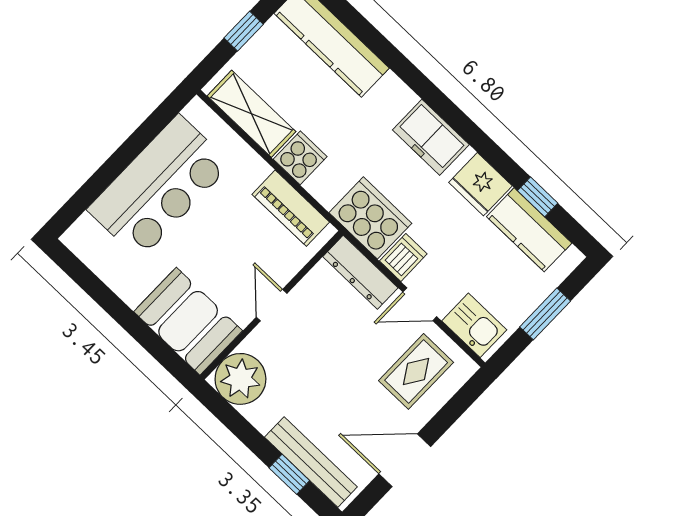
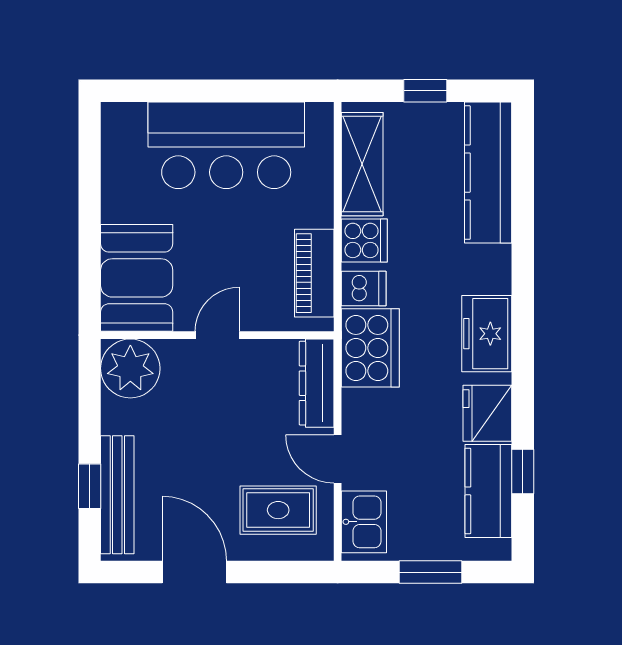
dishwasher: (403, 257) -> (364, 289), moved

